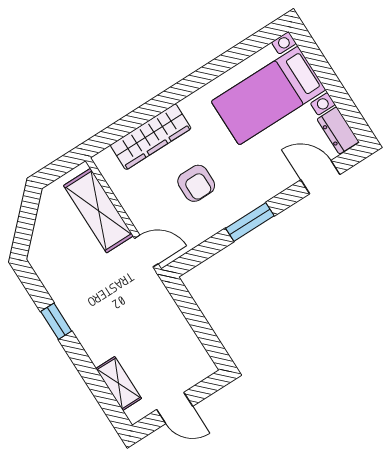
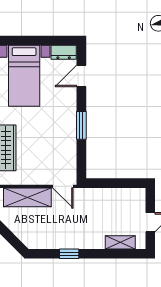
armchair: (196, 183) -> (45, 140), removed
door: (146, 251) -> (63, 186), swing flipped

